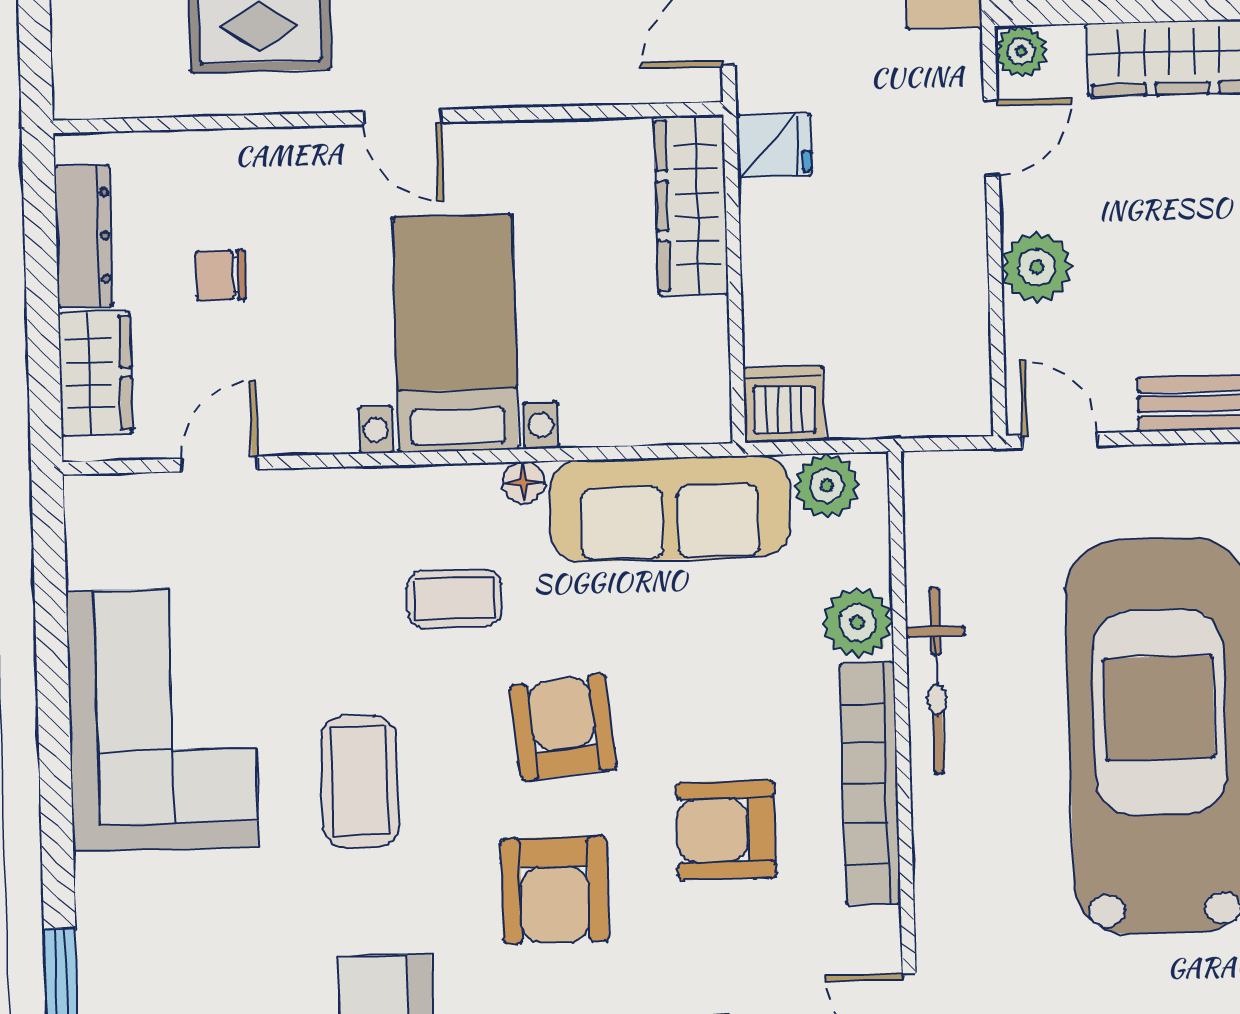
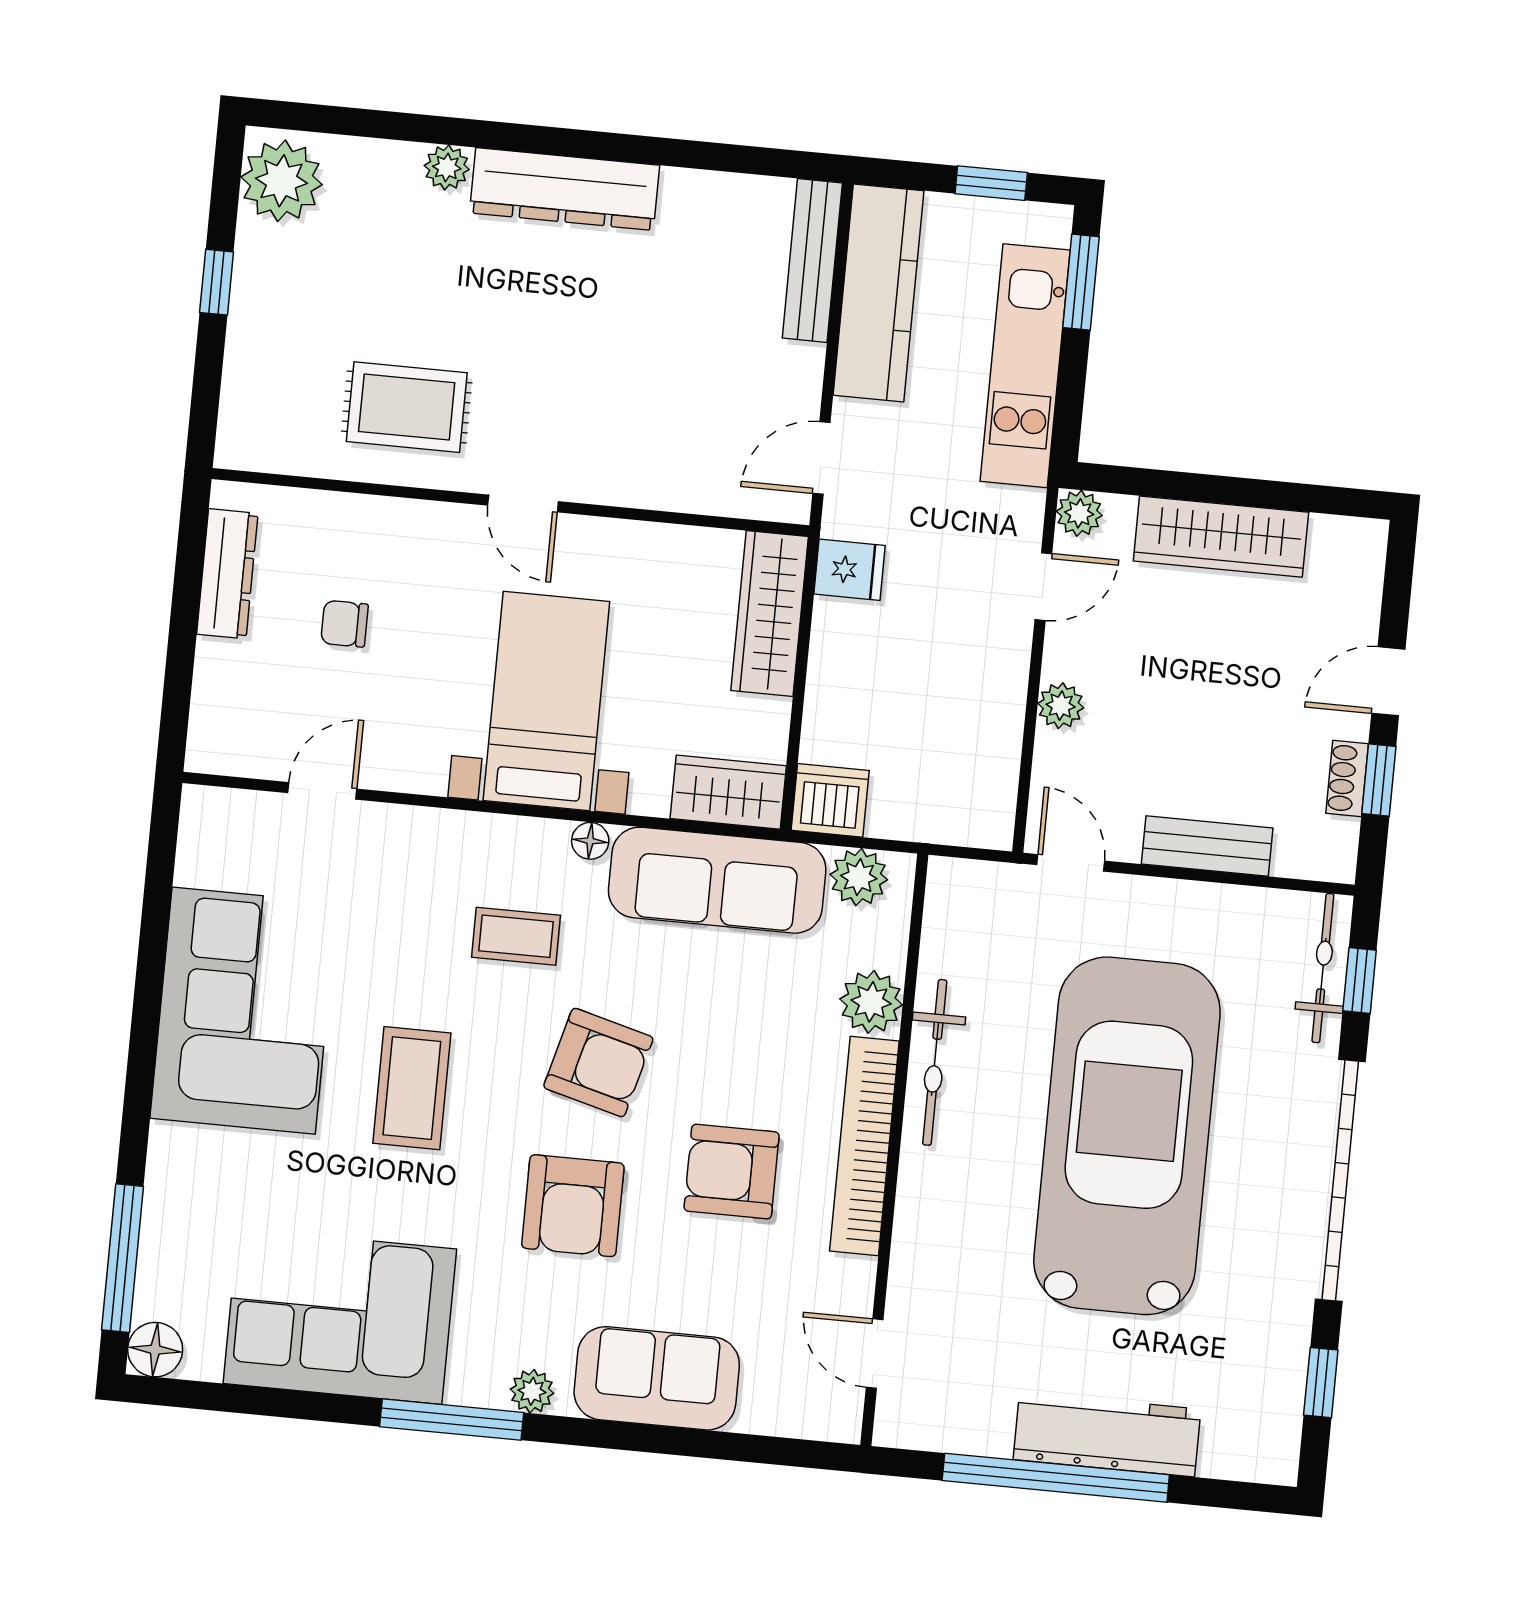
plant: (1037, 267) -> (1061, 706), width x0.73, depth x0.73
wardrobe: (96, 373) -> (728, 792), moved, turned -90
armchair: (563, 727) -> (598, 1062), turned 111

